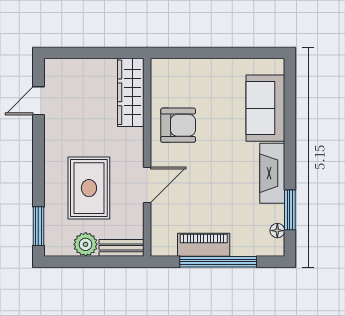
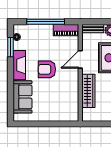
wardrobe: (131, 92) -> (88, 91), moved
armchair: (178, 125) -> (47, 69), moved
piano: (204, 245) -> (66, 30), moved

